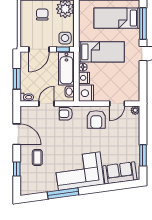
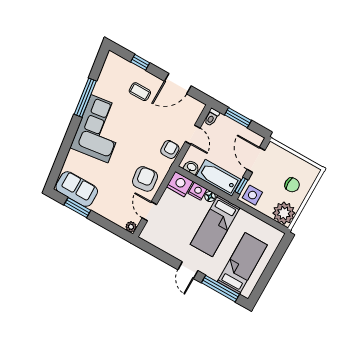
armchair: (96, 119) -> (145, 179), turned 83
sofa: (120, 173) -> (77, 189), moved, turned -82

